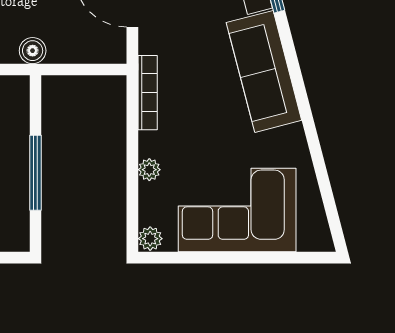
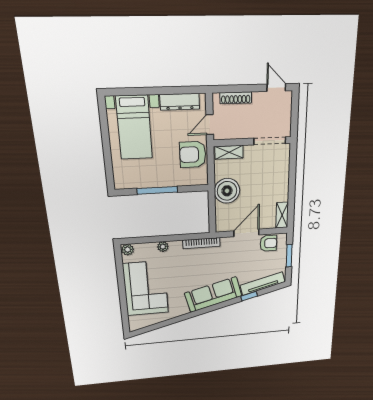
boiler: (33, 51) -> (227, 191), width x1.86, depth x1.86

